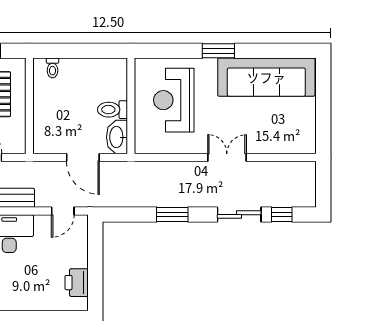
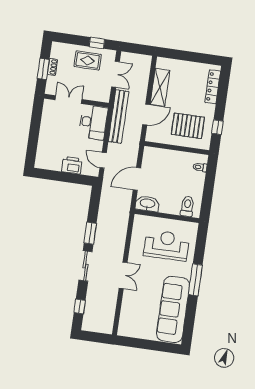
window: (218, 51) -> (195, 280), width x1.44
toilet: (113, 110) -> (187, 206), moved
sliding door: (239, 215) -> (85, 266), moved
printer: (77, 283) -> (72, 165), moved

